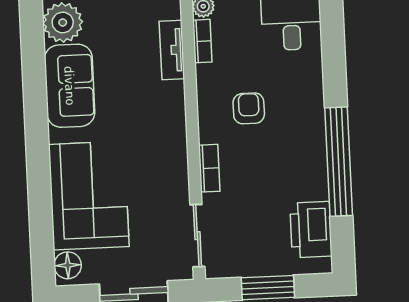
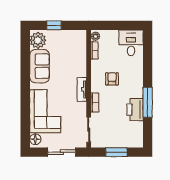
tv unit: (172, 50) -> (82, 89), moved
window: (339, 162) -> (148, 102), width x0.68
printer: (311, 230) -> (135, 110), moved

